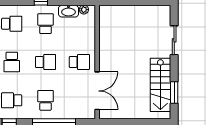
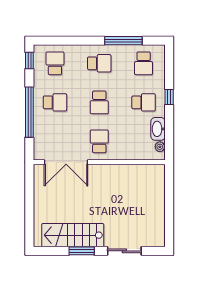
school desk: (12, 62) -> (99, 63), turned 180
school desk: (79, 62) -> (99, 141), turned 180
window: (174, 93) -> (82, 251), moved

